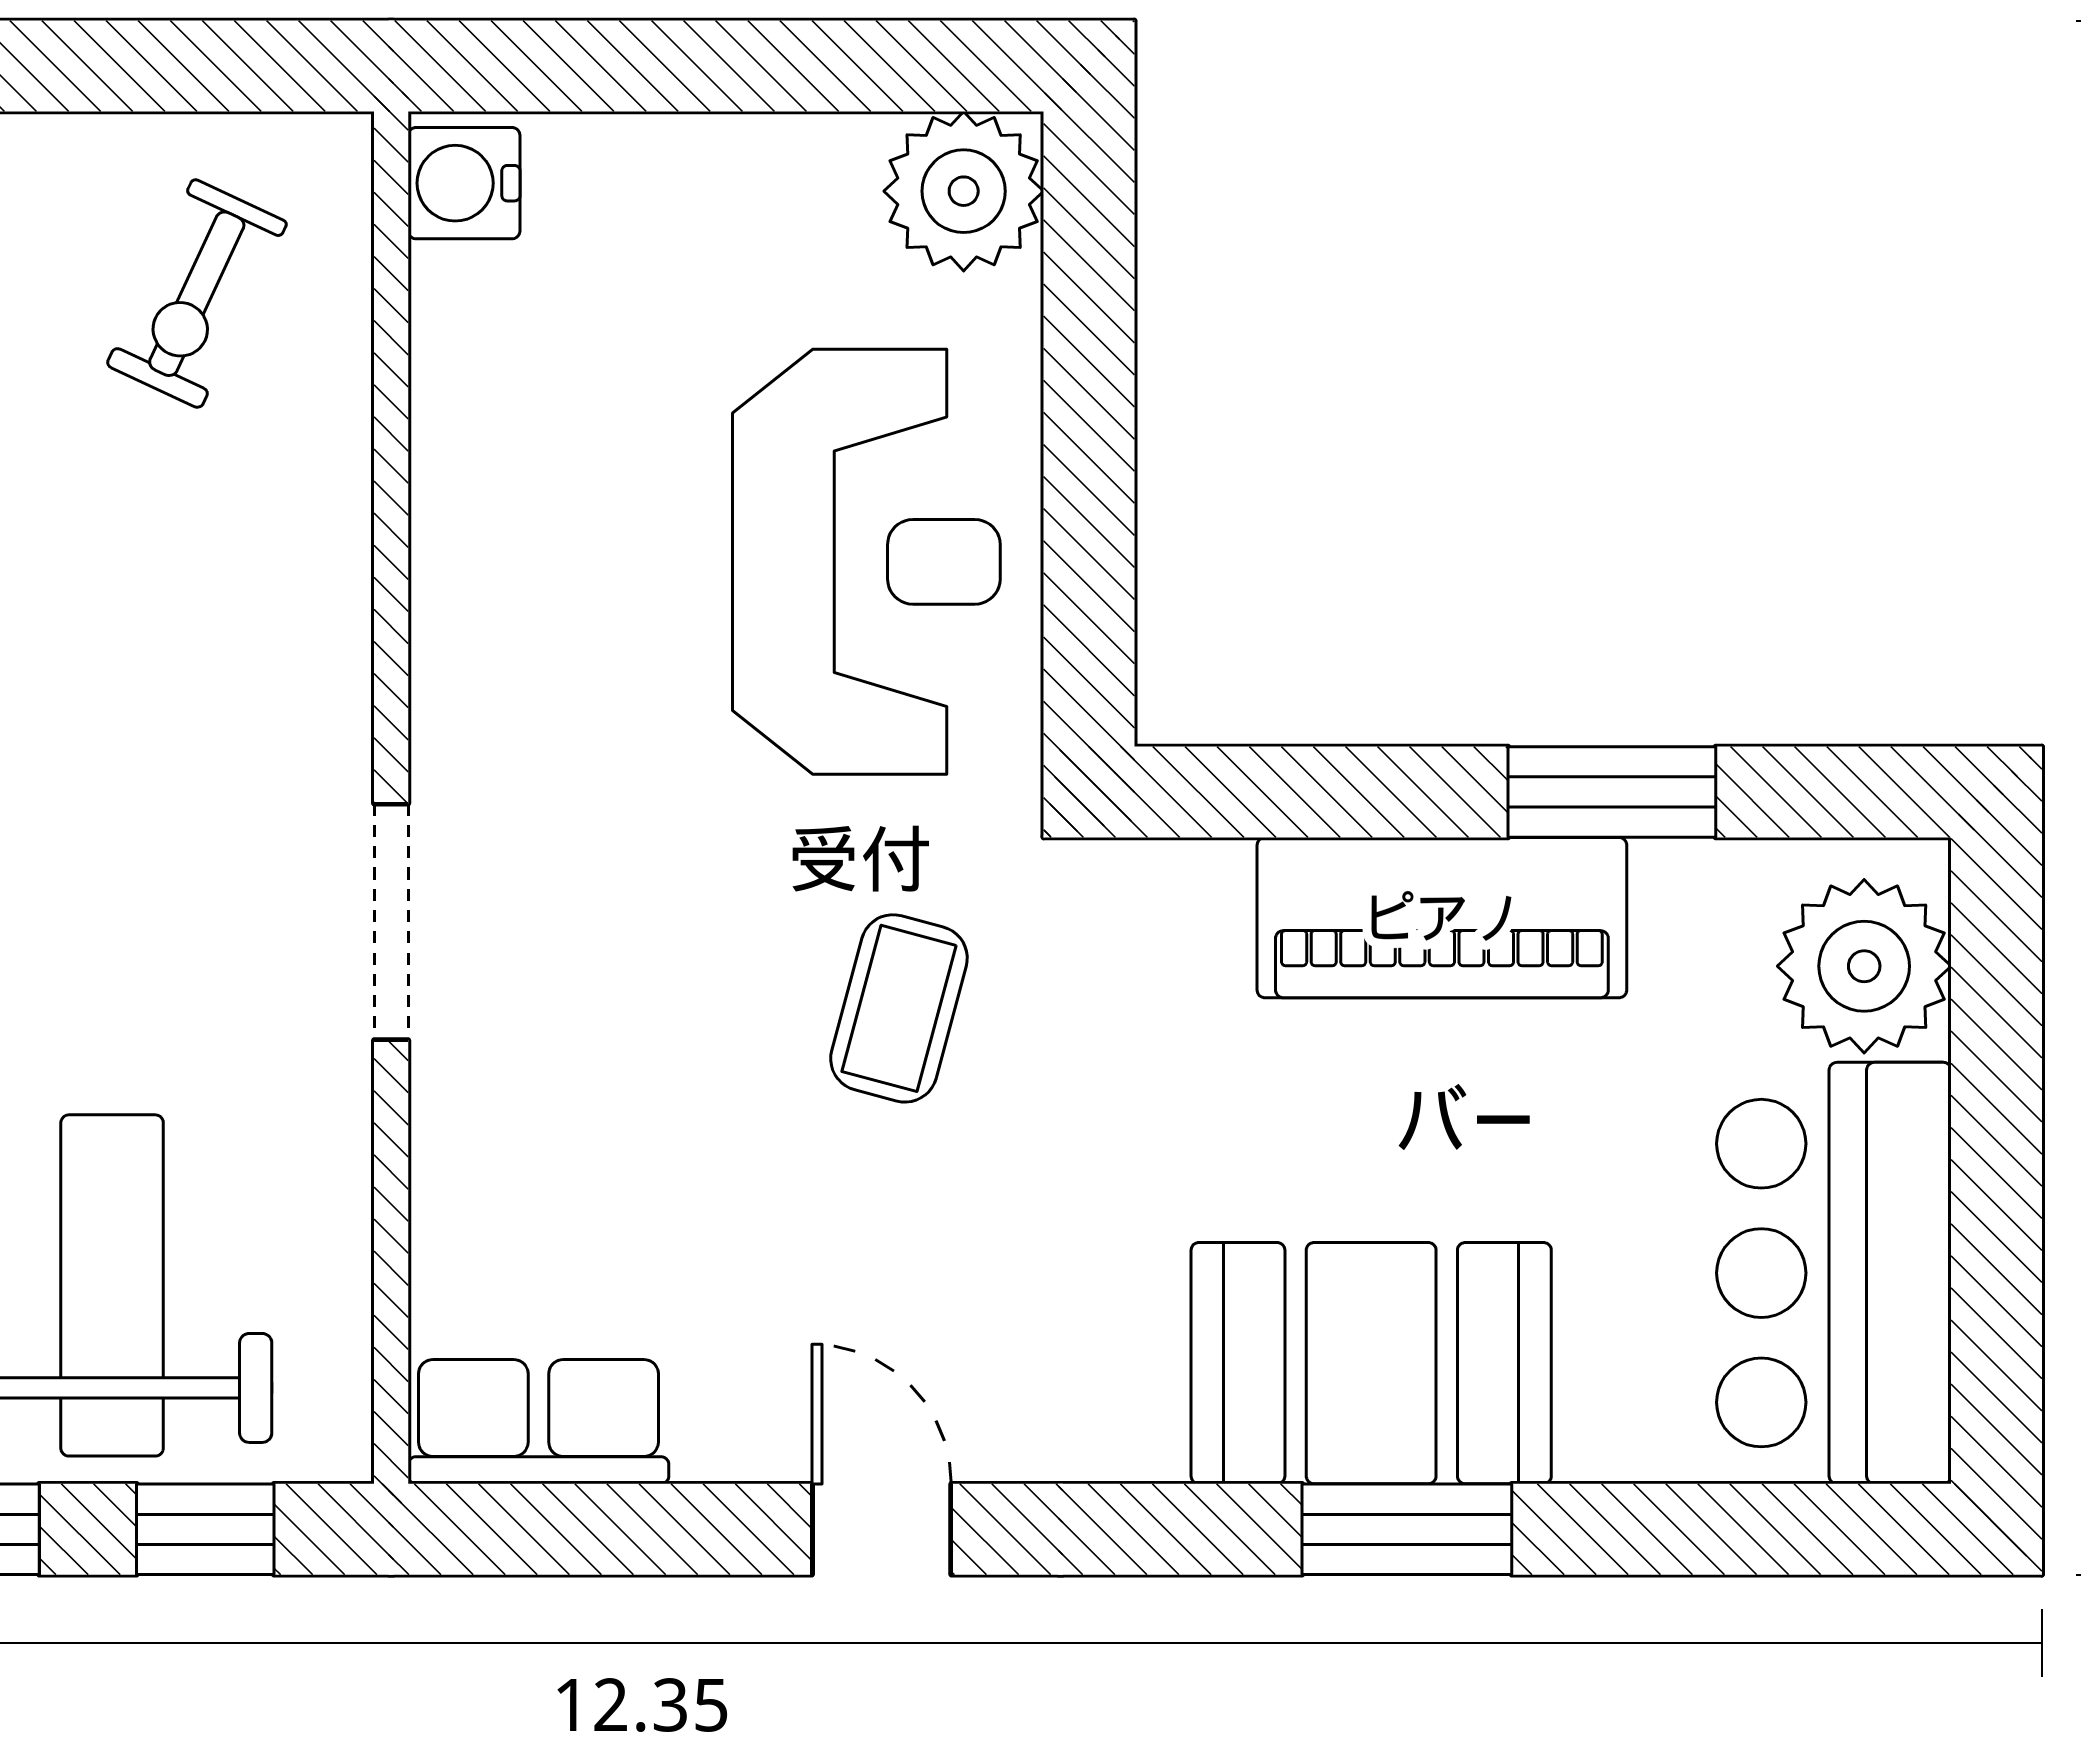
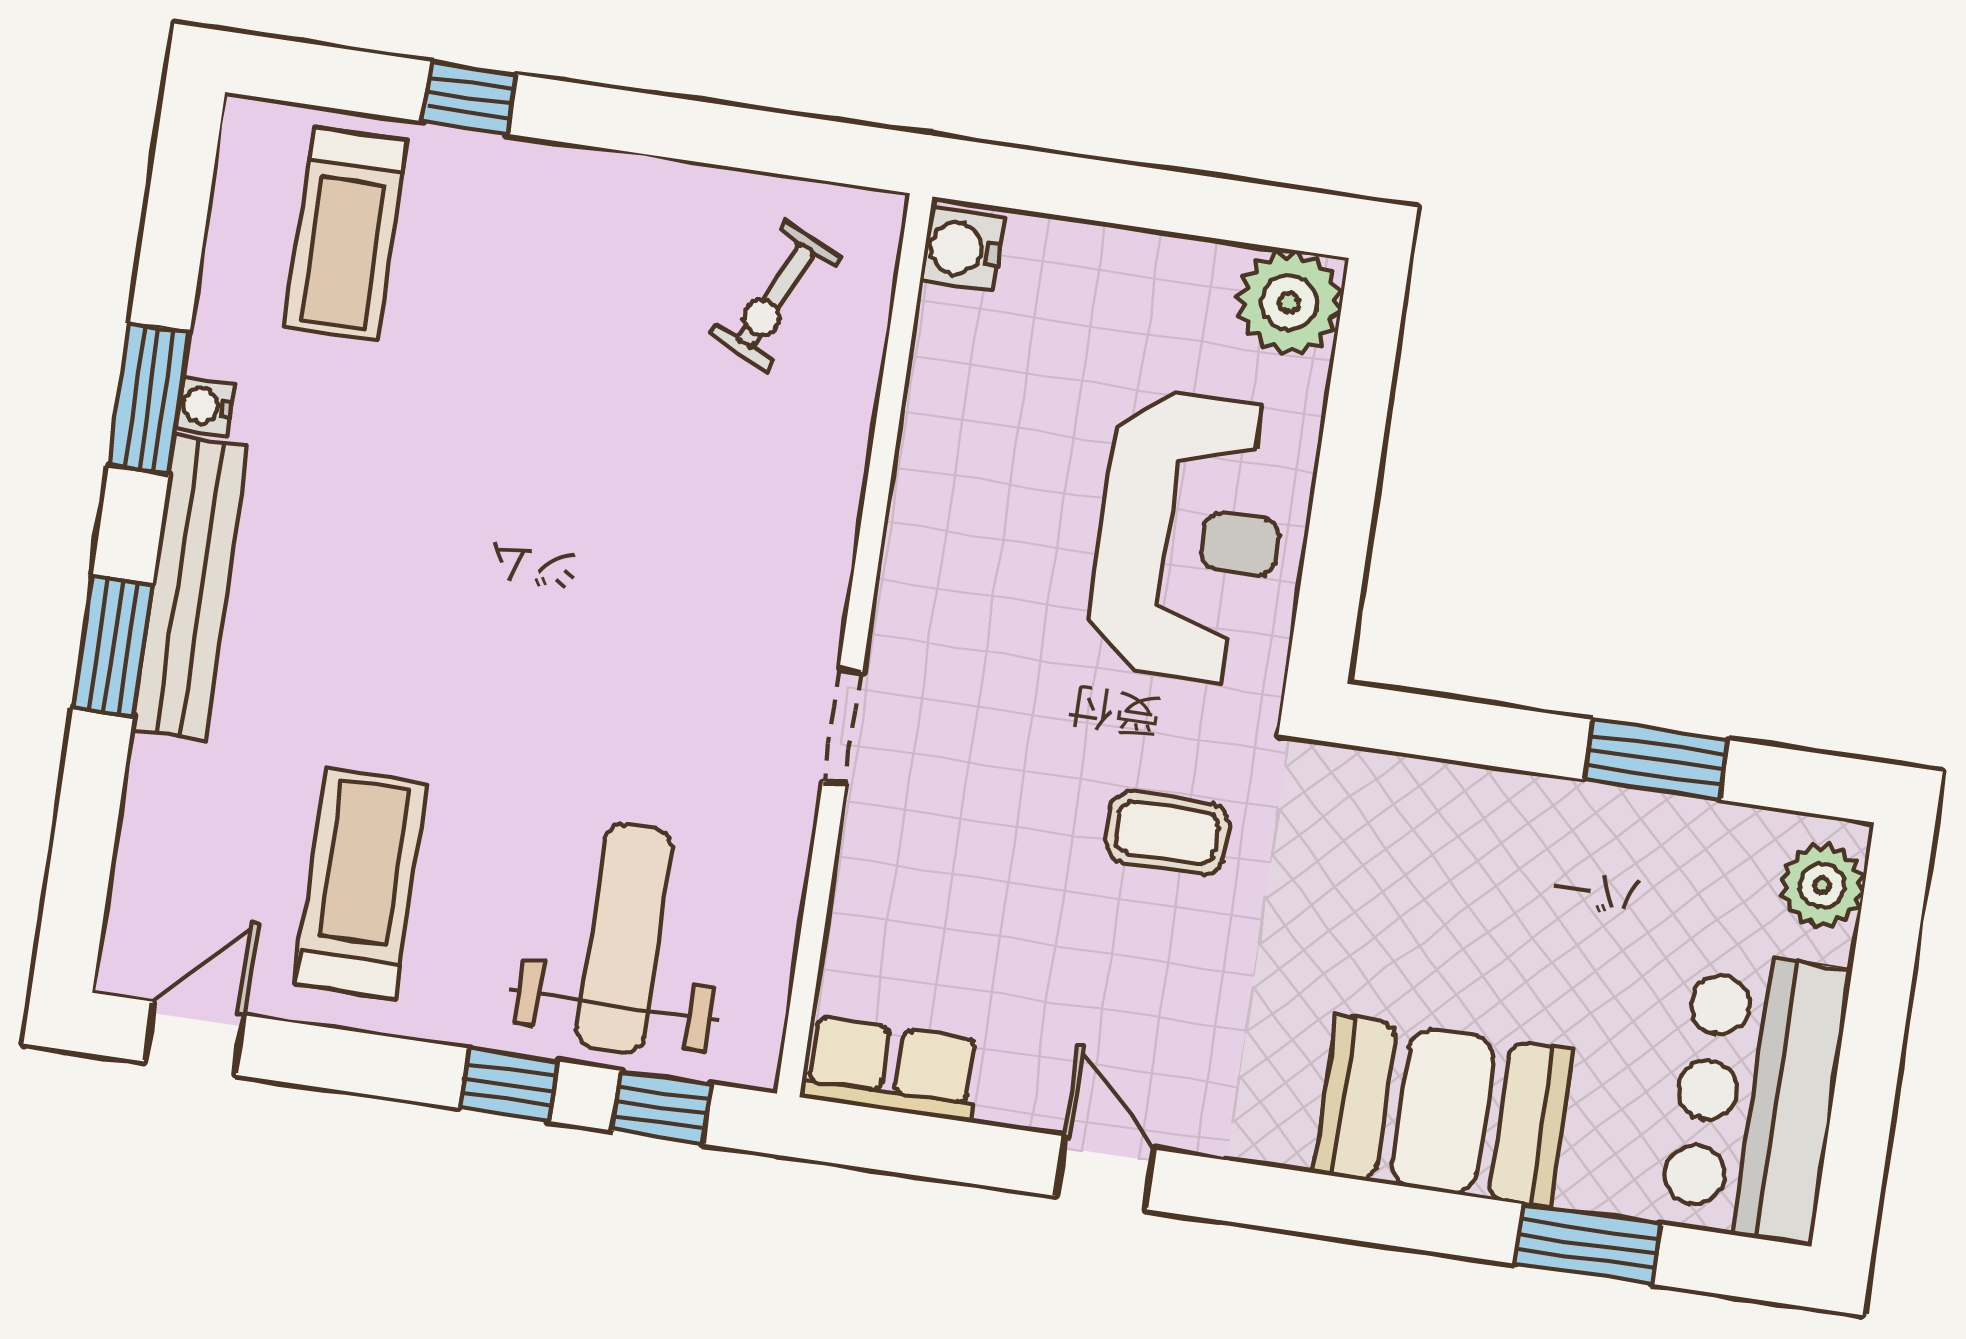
piano: (1442, 918) -> (1532, 826), removed
doorway: (391, 922) -> (843, 727), width x0.73
plant: (1864, 966) -> (1822, 886), width x0.73, depth x0.73
coffee table: (899, 1008) -> (1167, 833), turned 75
window: (1407, 1529) -> (1588, 1244), moved

